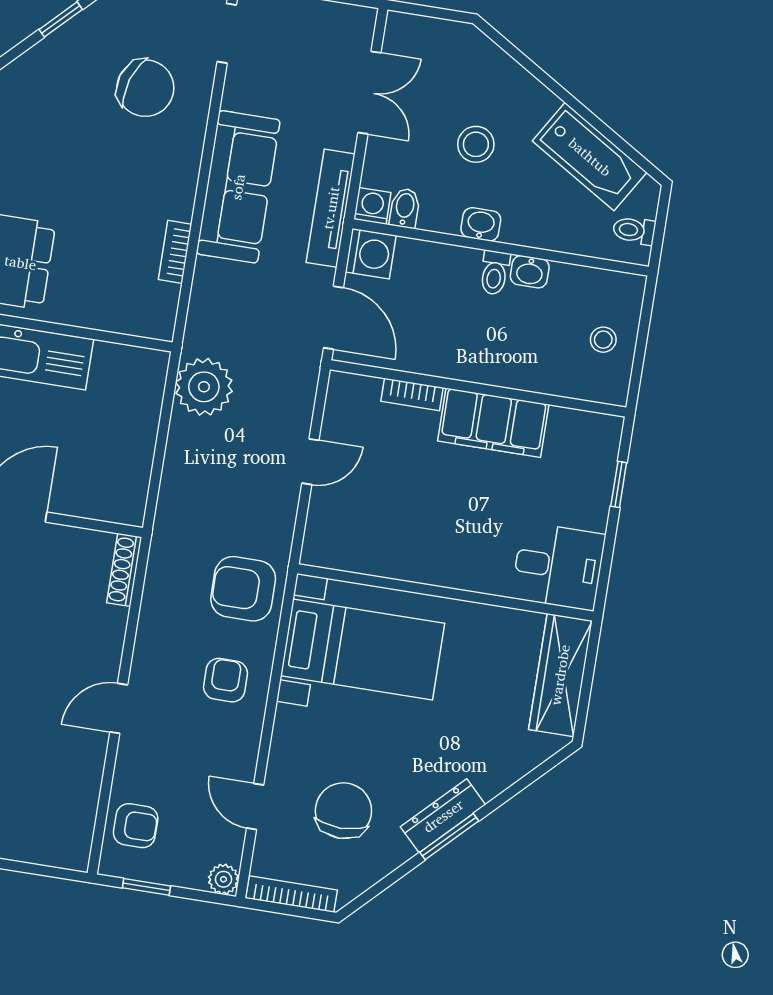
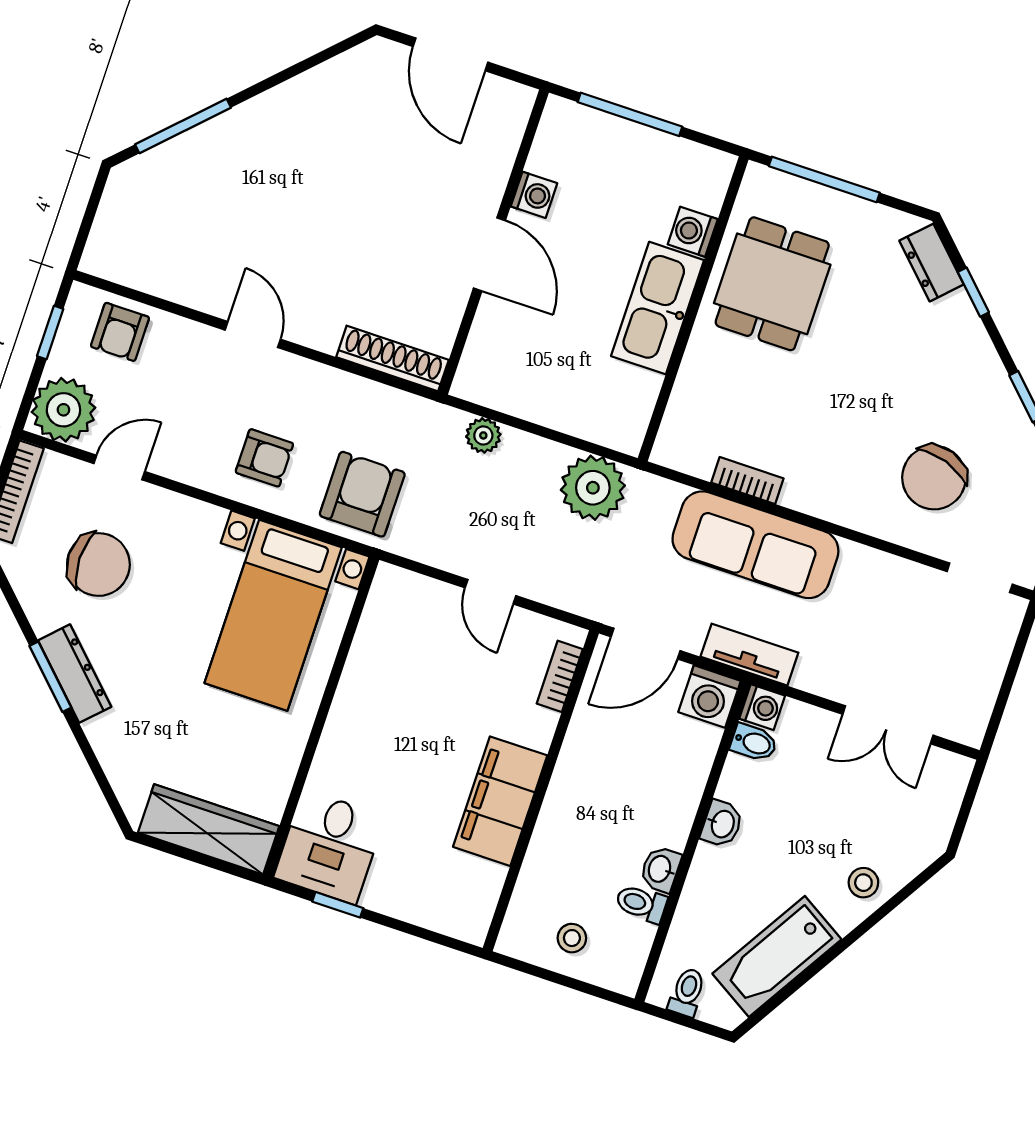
stool: (476, 144) -> (863, 883), moved, width x0.73, depth x0.73
sofa: (238, 187) -> (755, 545), moved
tv unit: (331, 208) -> (749, 655), width x0.71
toilet: (495, 273) -> (641, 904), moved
bookcase: (412, 394) -> (560, 676), moved
window: (619, 484) -> (338, 905), moved
plant: (174, 491) -> (483, 435), added
shoe rack: (124, 570) -> (392, 358), width x1.36, depth x1.24
plant: (223, 879) -> (63, 410), width x1.88, depth x1.88

